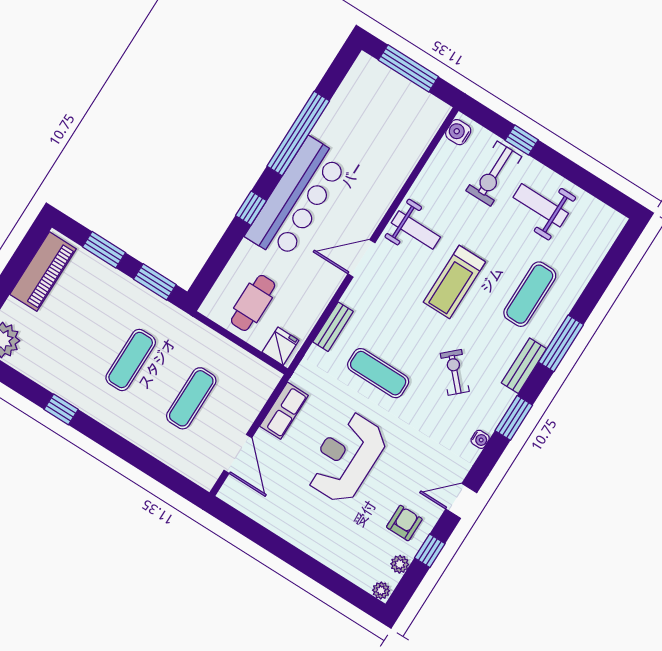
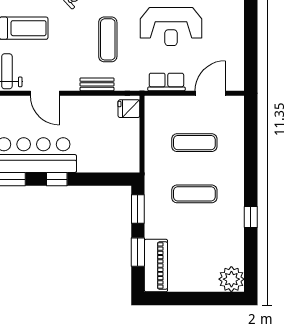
piano: (43, 272) -> (156, 266), moved, turned 90
cafe table: (253, 303) -> (113, 142), removed

